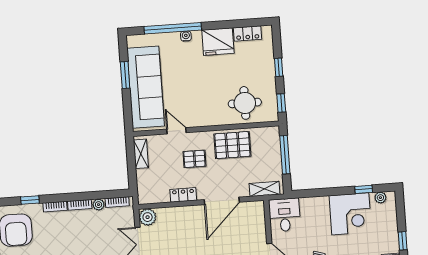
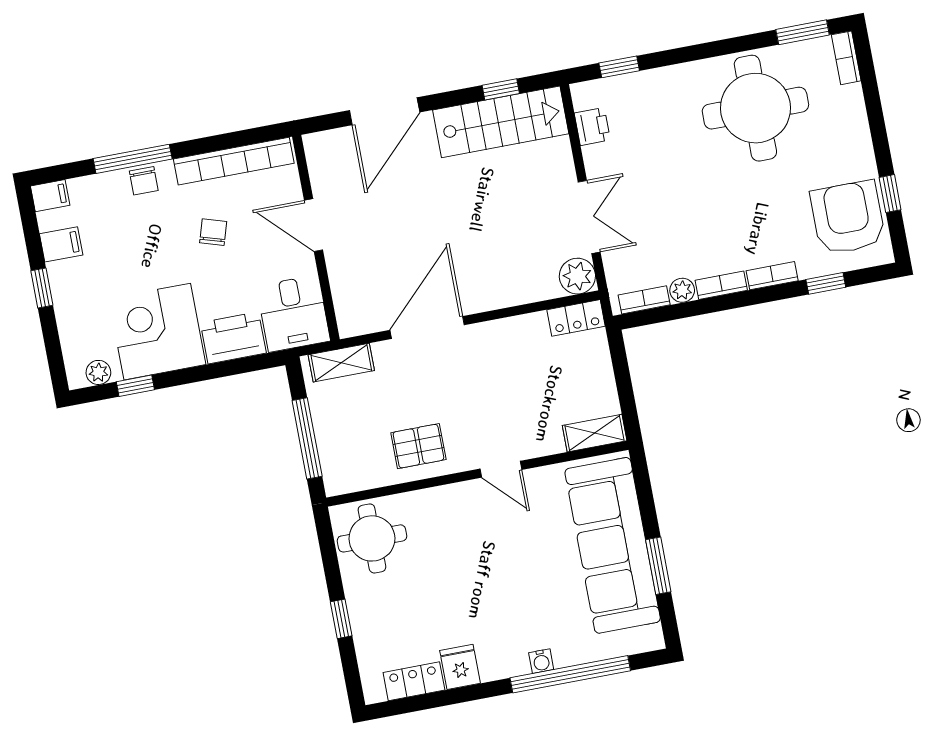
fridge: (218, 42) -> (460, 667), width x0.53, depth x0.75
round table: (245, 103) -> (372, 538), moved
window: (281, 103) -> (327, 545), removed
door: (176, 131) -> (501, 469), moved
pallet: (232, 145) -> (418, 446), width x0.67, depth x0.71
shelving: (141, 154) -> (595, 433), moved, turned 90
pallet: (194, 159) -> (494, 408), removed
locker: (183, 195) -> (576, 318), moved
printer: (314, 207) -> (233, 338), added

